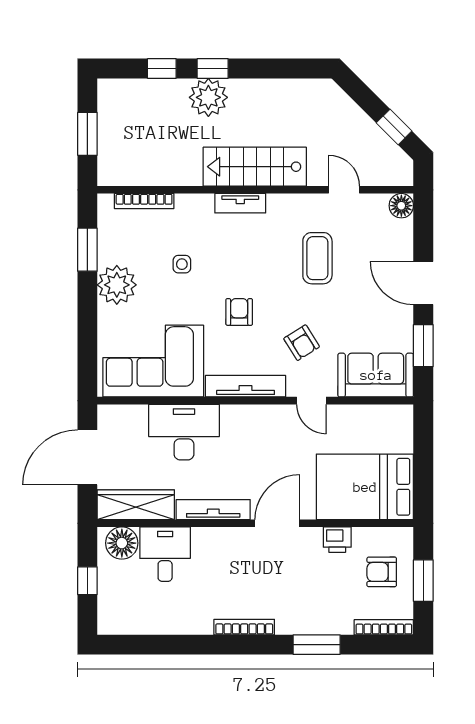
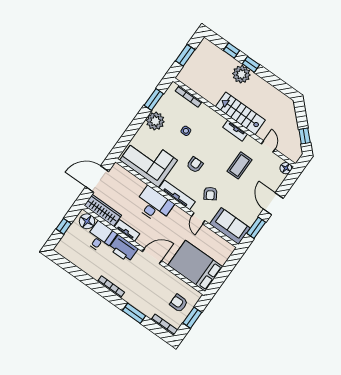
tv unit: (240, 203) -> (235, 131), moved
desk: (184, 432) -> (154, 205), moved
tv unit: (213, 510) -> (127, 230), width x0.71
printer: (337, 540) -> (123, 249), moved, width x1.87, depth x1.48

